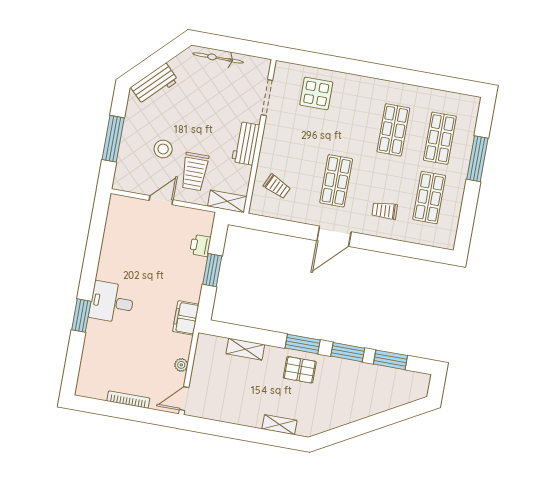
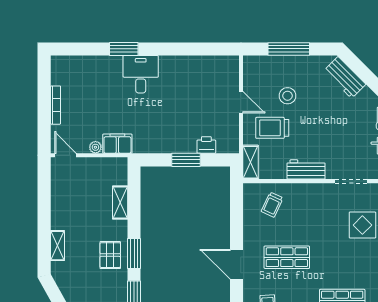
filing cabinet: (186, 318) -> (117, 144), moved

